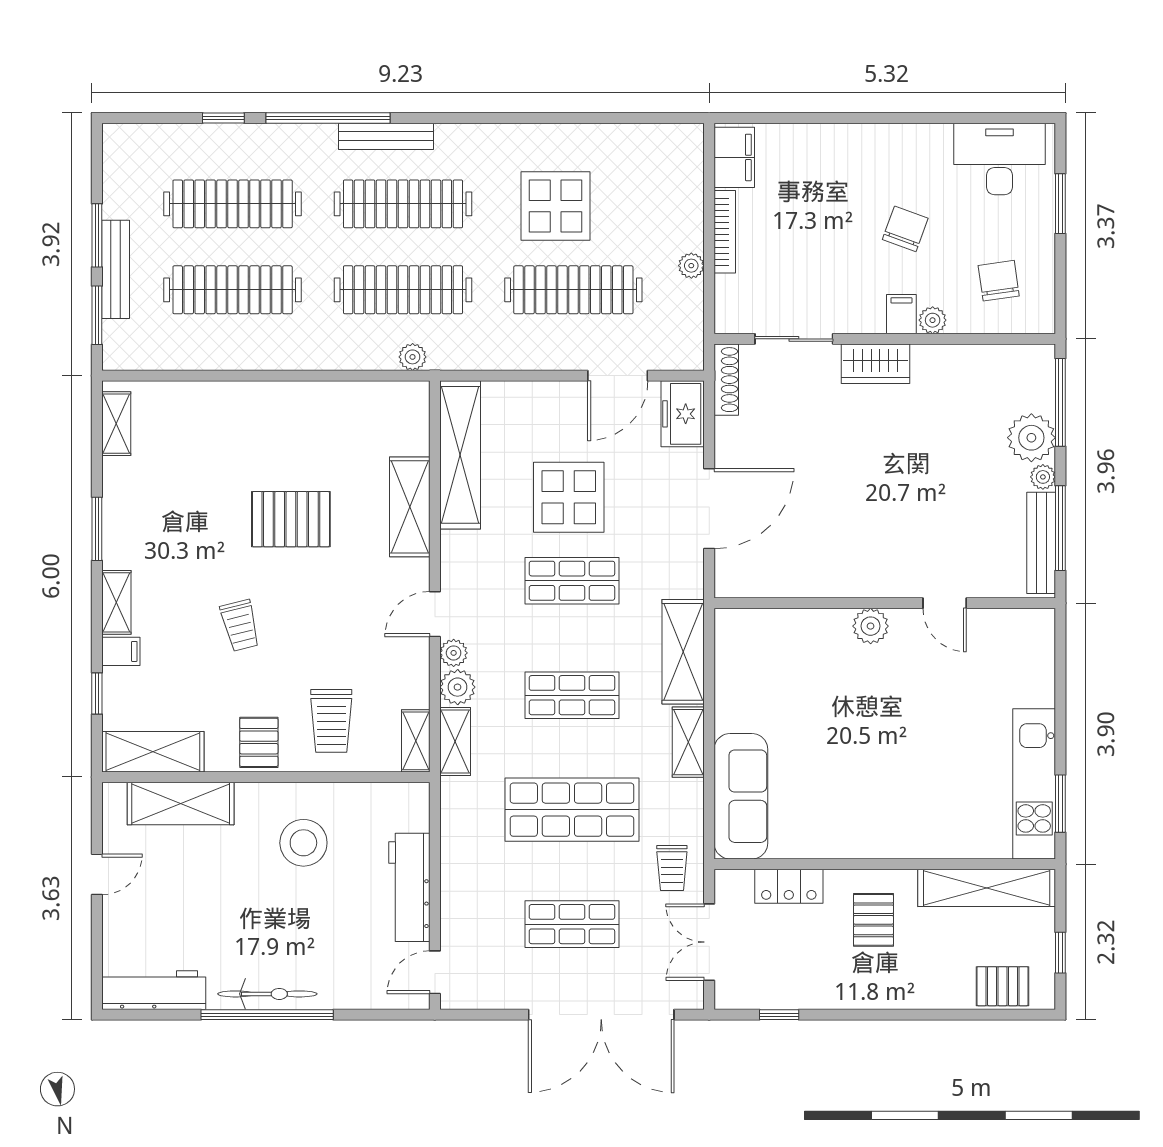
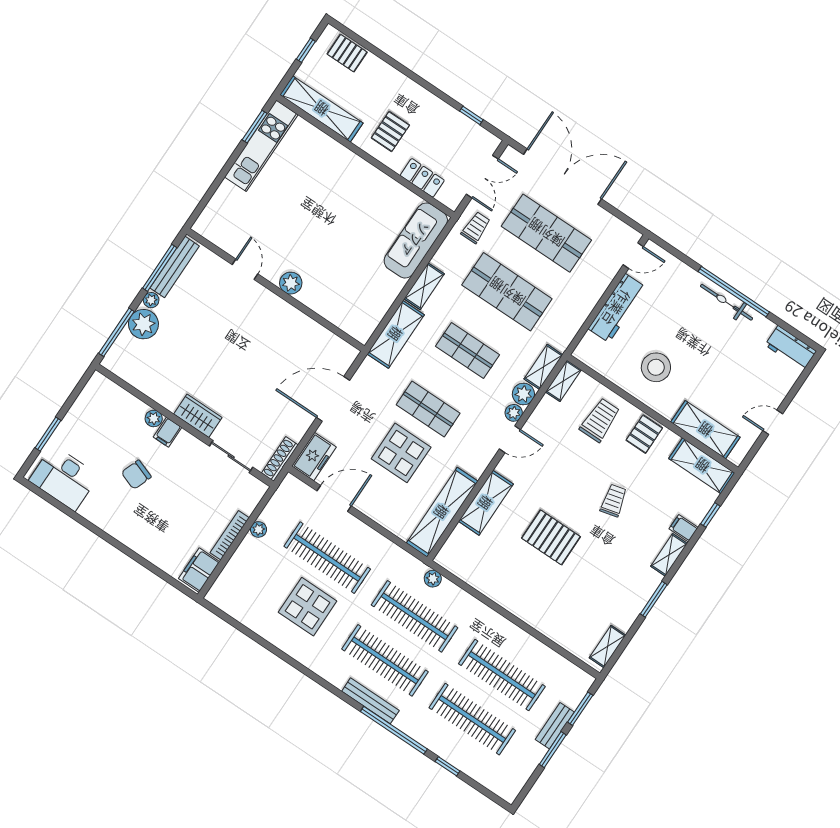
bench: (116, 269) -> (555, 726), width x0.73
chair: (999, 281) -> (106, 416), removed
shop shelf: (572, 924) -> (546, 233), width x1.43, depth x1.36
workbench: (154, 990) -> (791, 348), width x0.73

